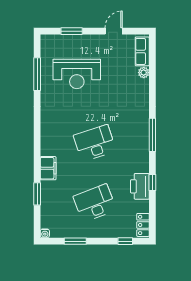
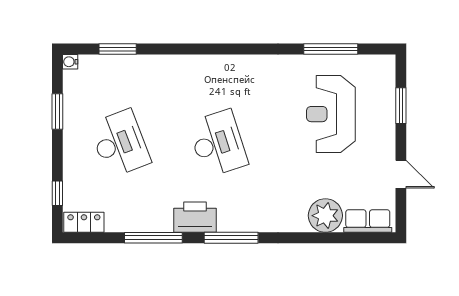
plant: (144, 73) -> (325, 216), width x1.87, depth x1.87
filing cabinet: (48, 168) -> (177, 67), removed
window: (152, 183) -> (153, 238), width x2.17
printer: (140, 186) -> (195, 217), moved
window: (37, 194) -> (118, 49), moved

